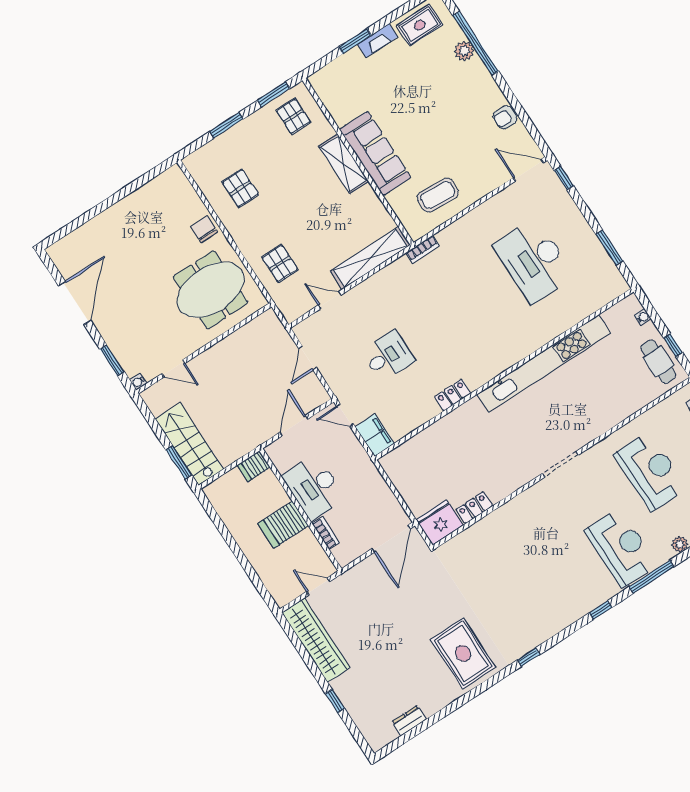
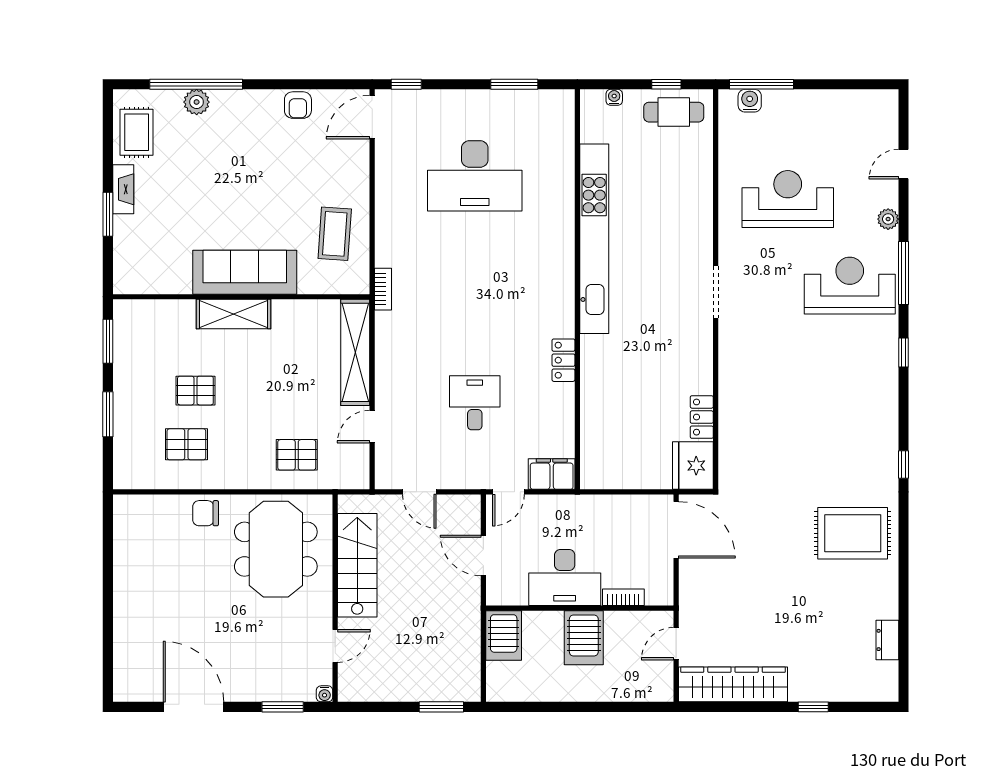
pallet: (293, 116) -> (195, 391), moved
stairs: (189, 444) -> (357, 565), moved, turned 90
server rack: (254, 466) -> (504, 635), width x1.36, depth x1.44

